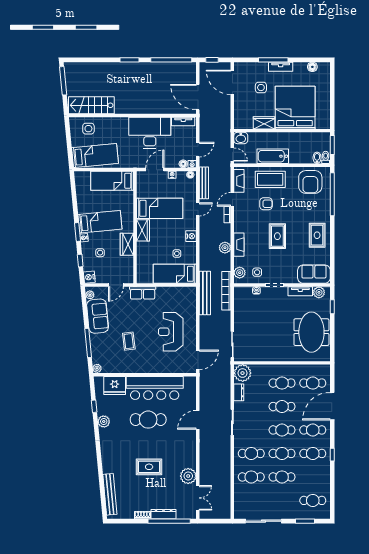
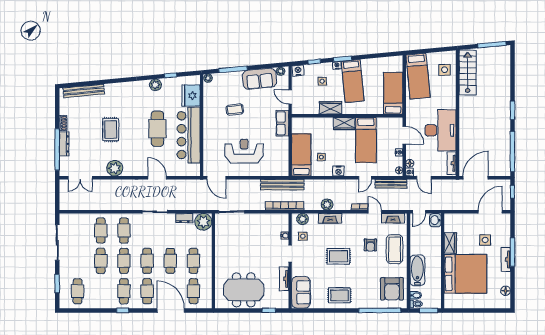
bathtub: (273, 156) -> (417, 270), moved
armchair: (310, 182) -> (392, 289), turned -90
door: (198, 209) -> (365, 178), hinge flipped
plant: (319, 292) -> (283, 297), removed
plant: (188, 476) -> (115, 168), moved

